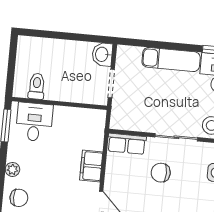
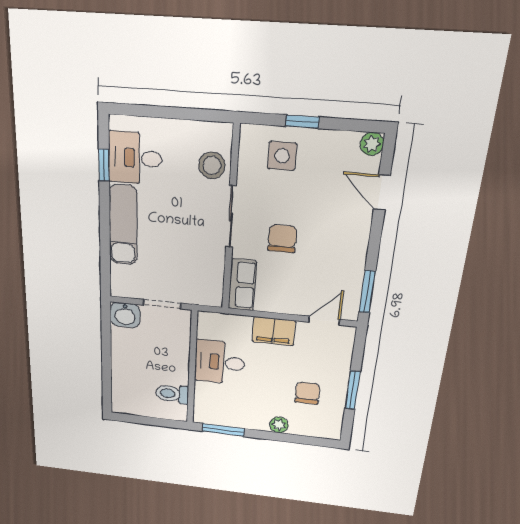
desk: (34, 122) -> (220, 362), moved
chair: (161, 173) -> (282, 239), turned 180
chair: (19, 198) -> (307, 393), moved

